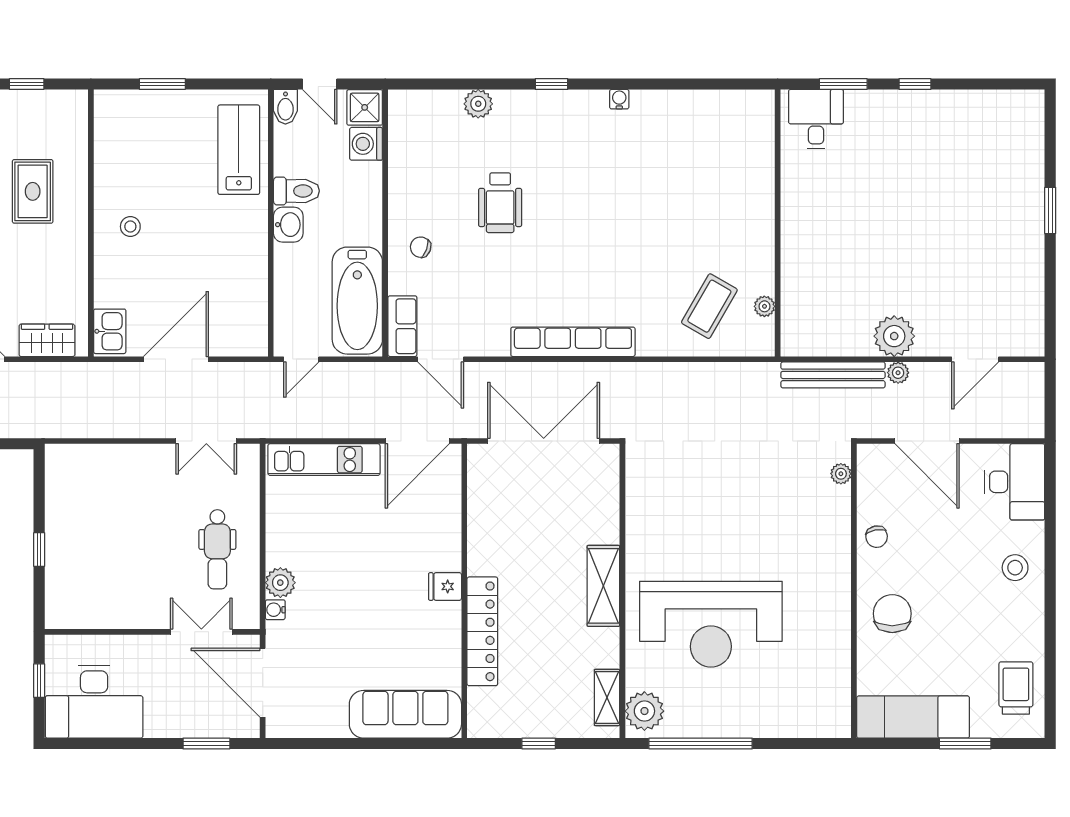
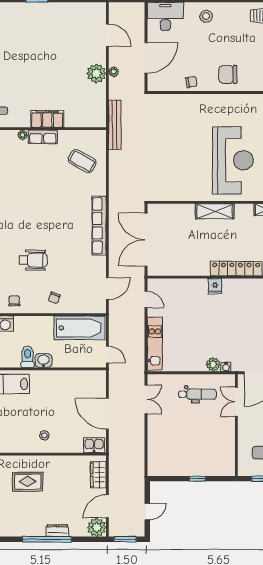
chair: (414, 163) -> (14, 301), added
filing cabinet: (798, 232) -> (47, 119), added
plant: (764, 306) -> (23, 135), moved
row of seats: (402, 326) -> (43, 137), moved, turned 180
bench: (833, 375) -> (115, 125), moved
door: (417, 441) -> (146, 299), width x0.53
plant: (841, 474) -> (162, 99), removed

